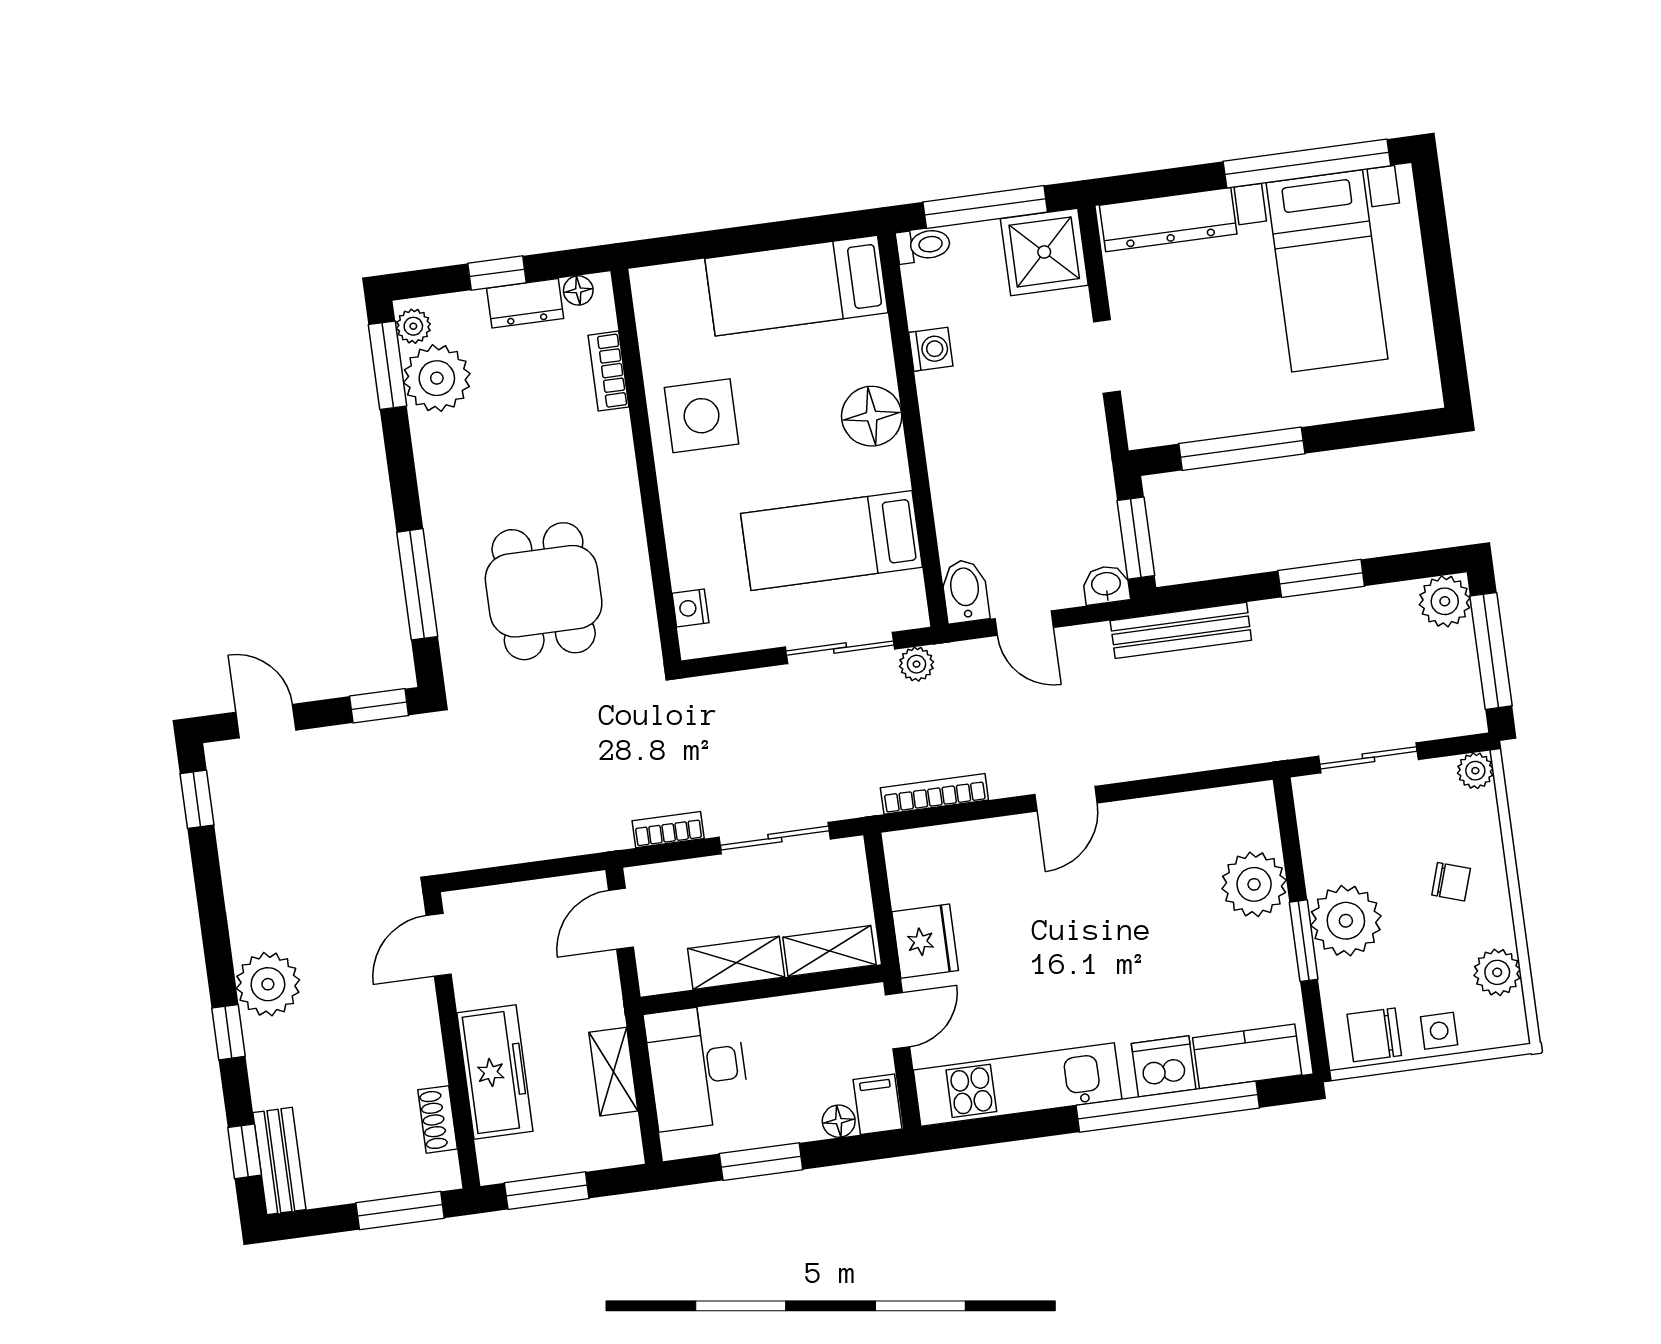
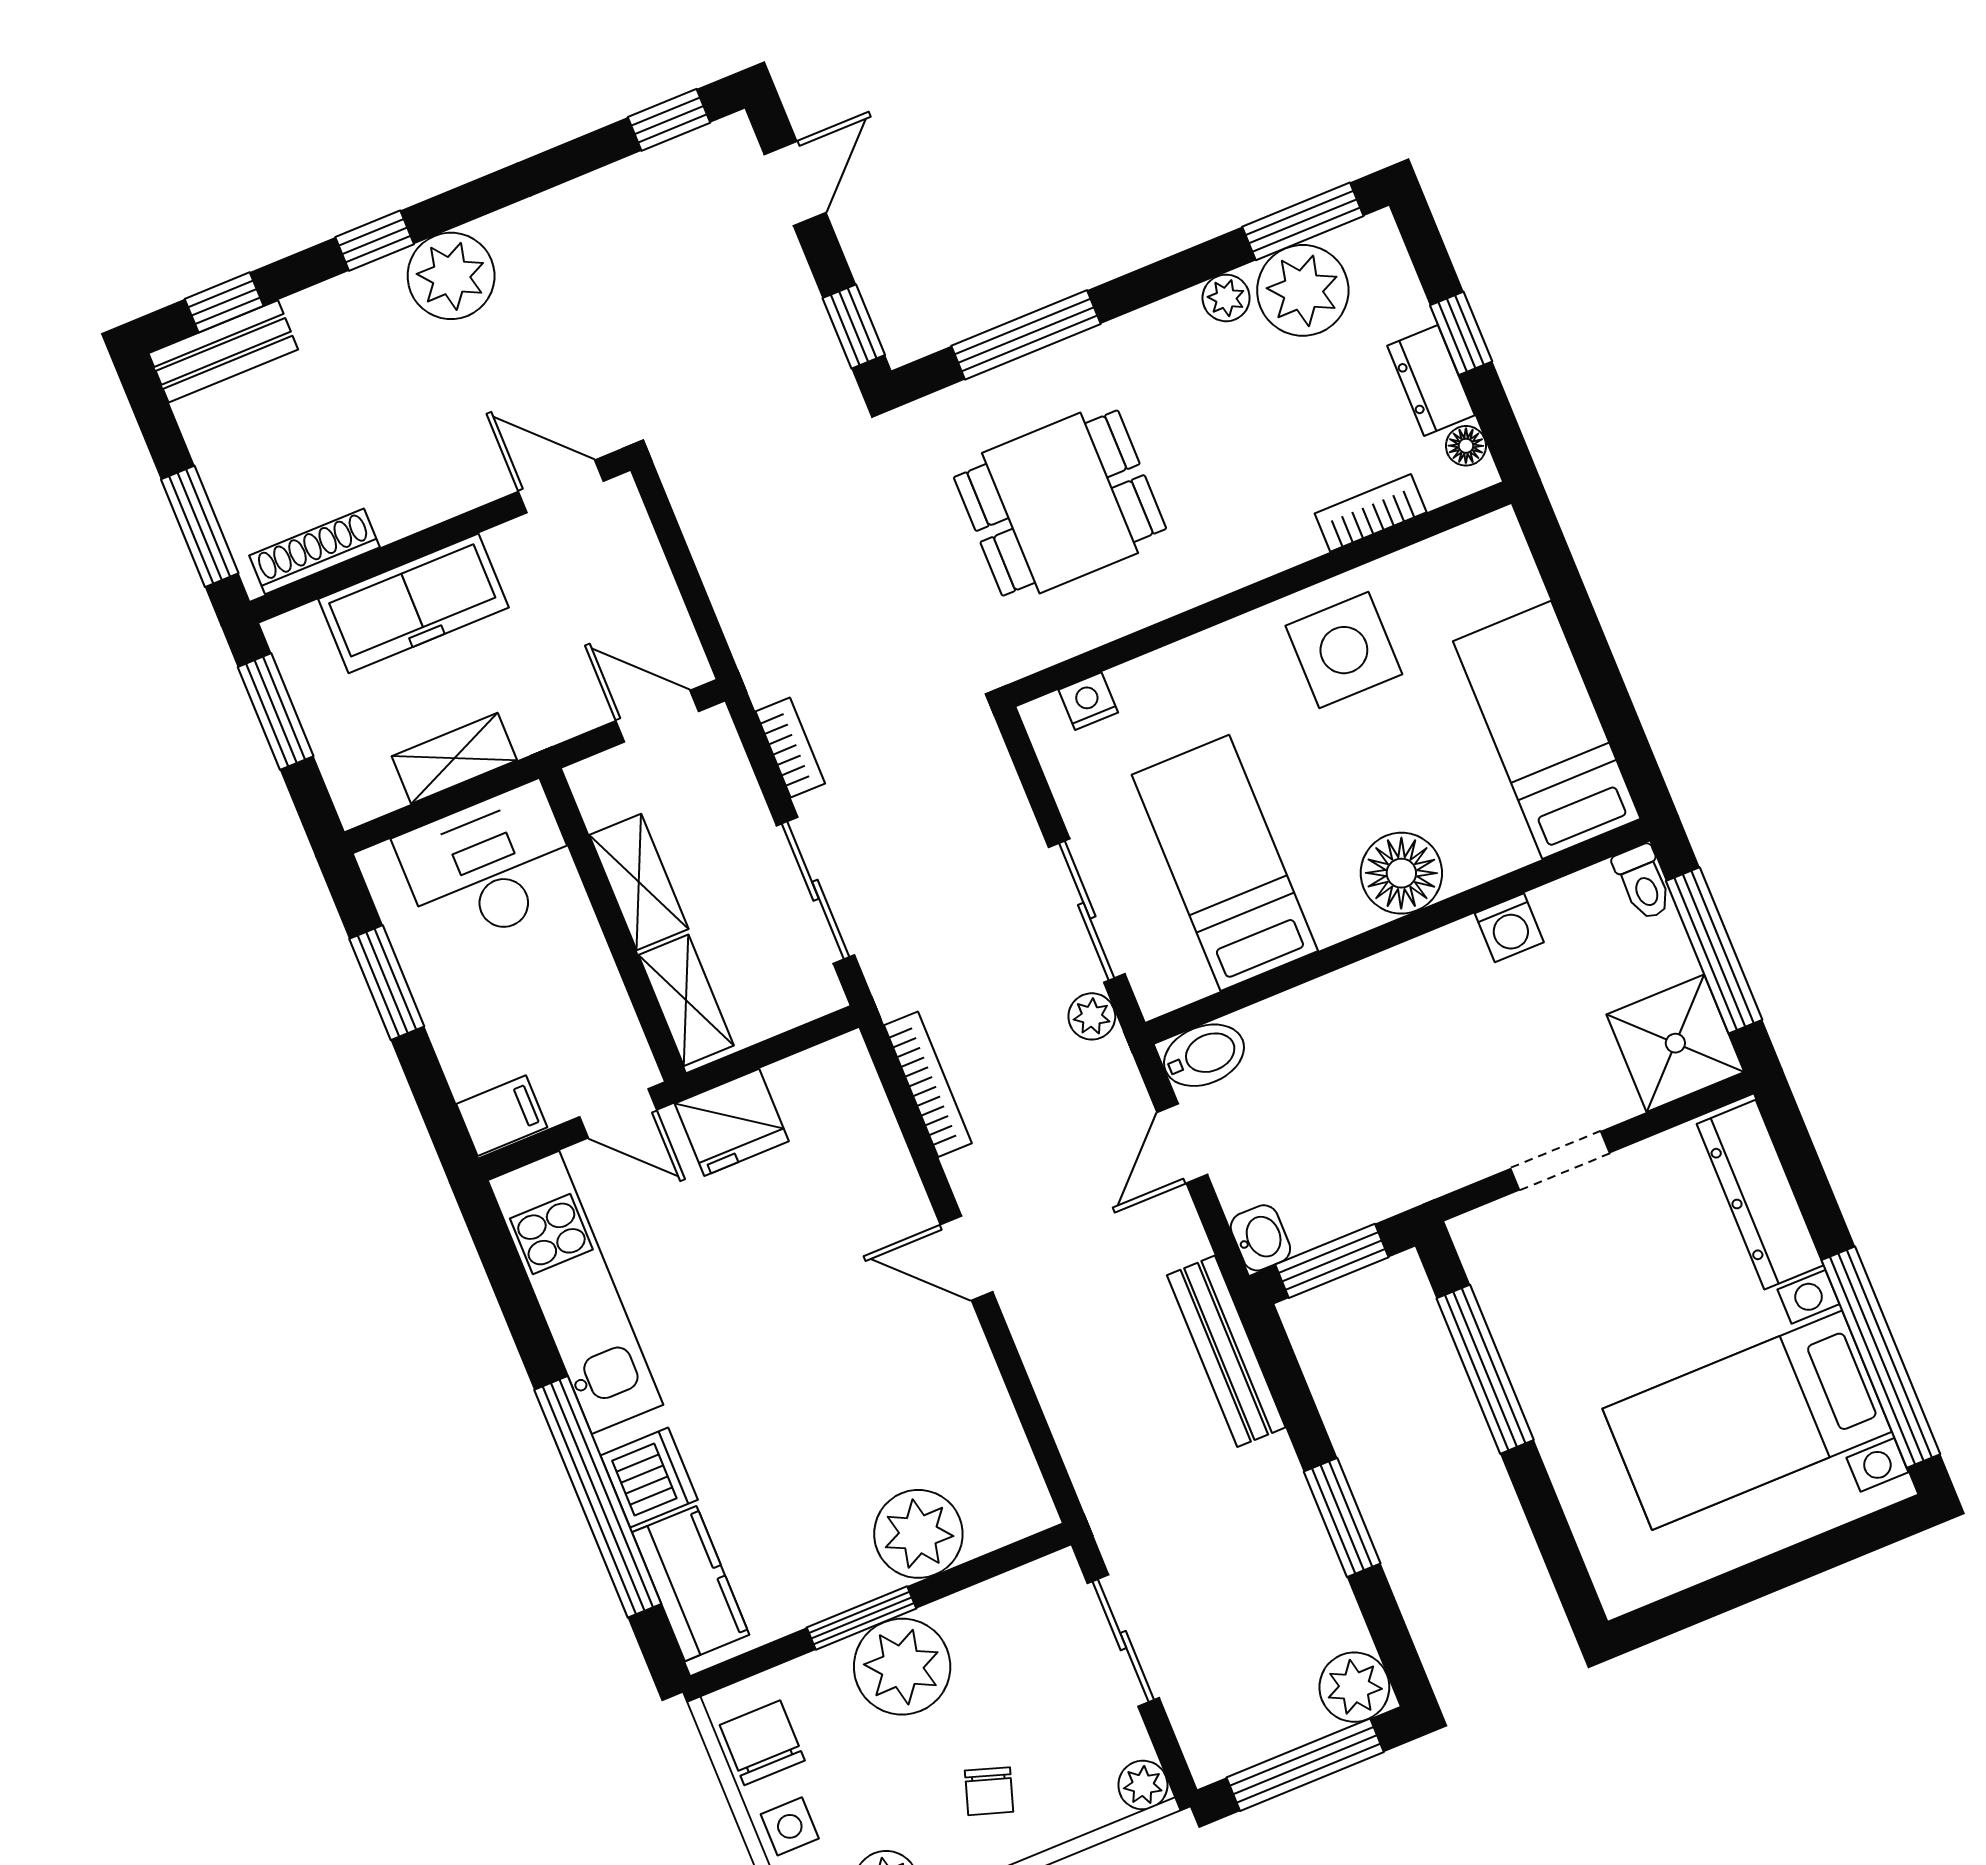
plant: (413, 326) -> (1226, 298), moved
shoe rack: (438, 1119) -> (315, 551), width x1.43
floor lamp: (839, 1121) -> (466, 1071), removed

